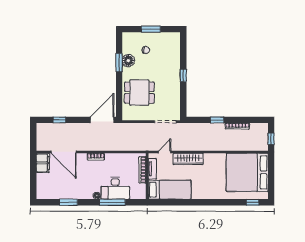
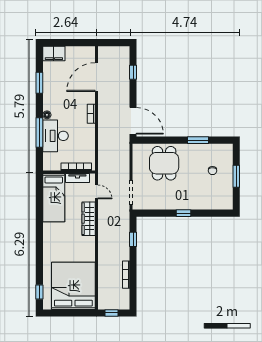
floor lamp: (128, 61) -> (200, 151), removed
window: (217, 120) -> (133, 239), moved
filing cabinet: (43, 163) -> (54, 53), moved

